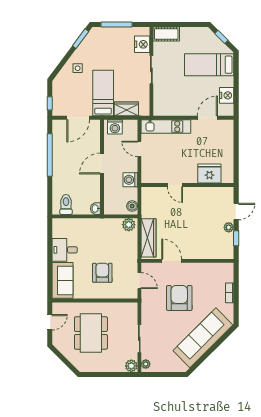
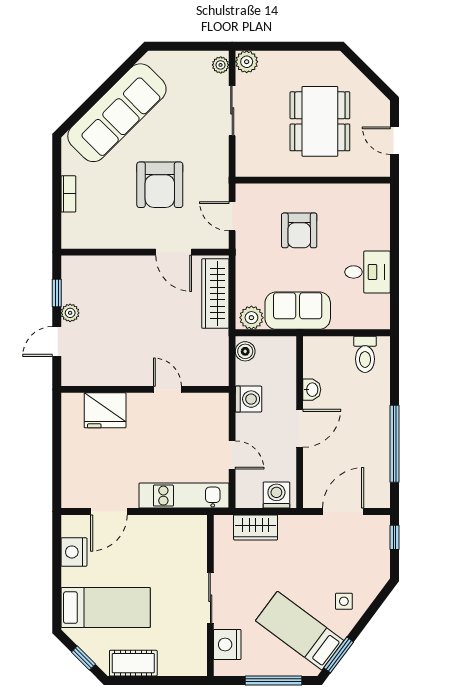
cot: (166, 34) -> (133, 663), moved
bed: (103, 93) -> (300, 631), moved, turned 127
washbasin: (95, 209) -> (312, 390), moved
sofa: (63, 280) -> (298, 311), moved, turned 90
door: (50, 322) -> (395, 141), hinge flipped

